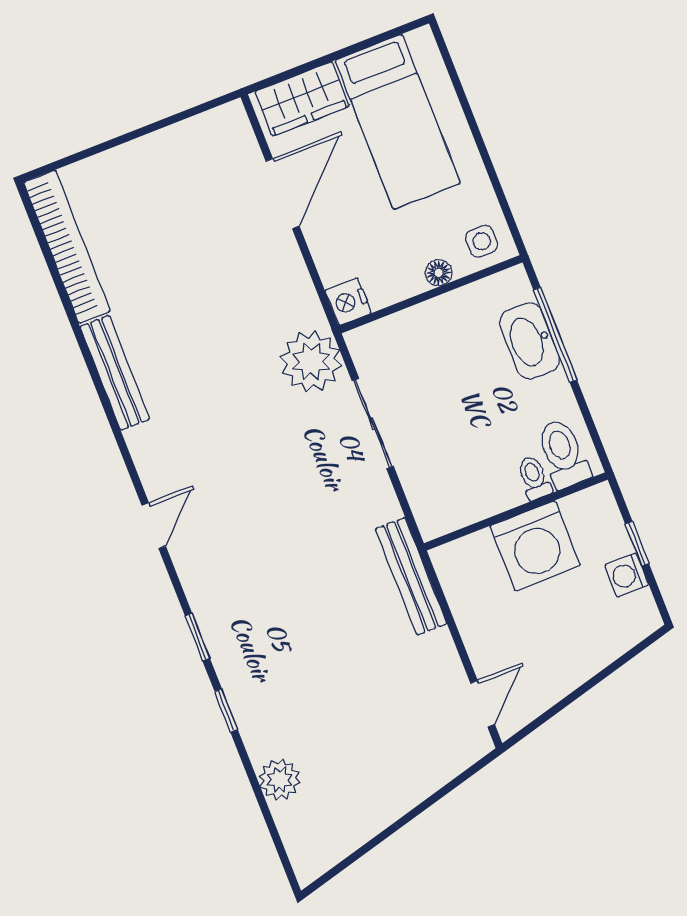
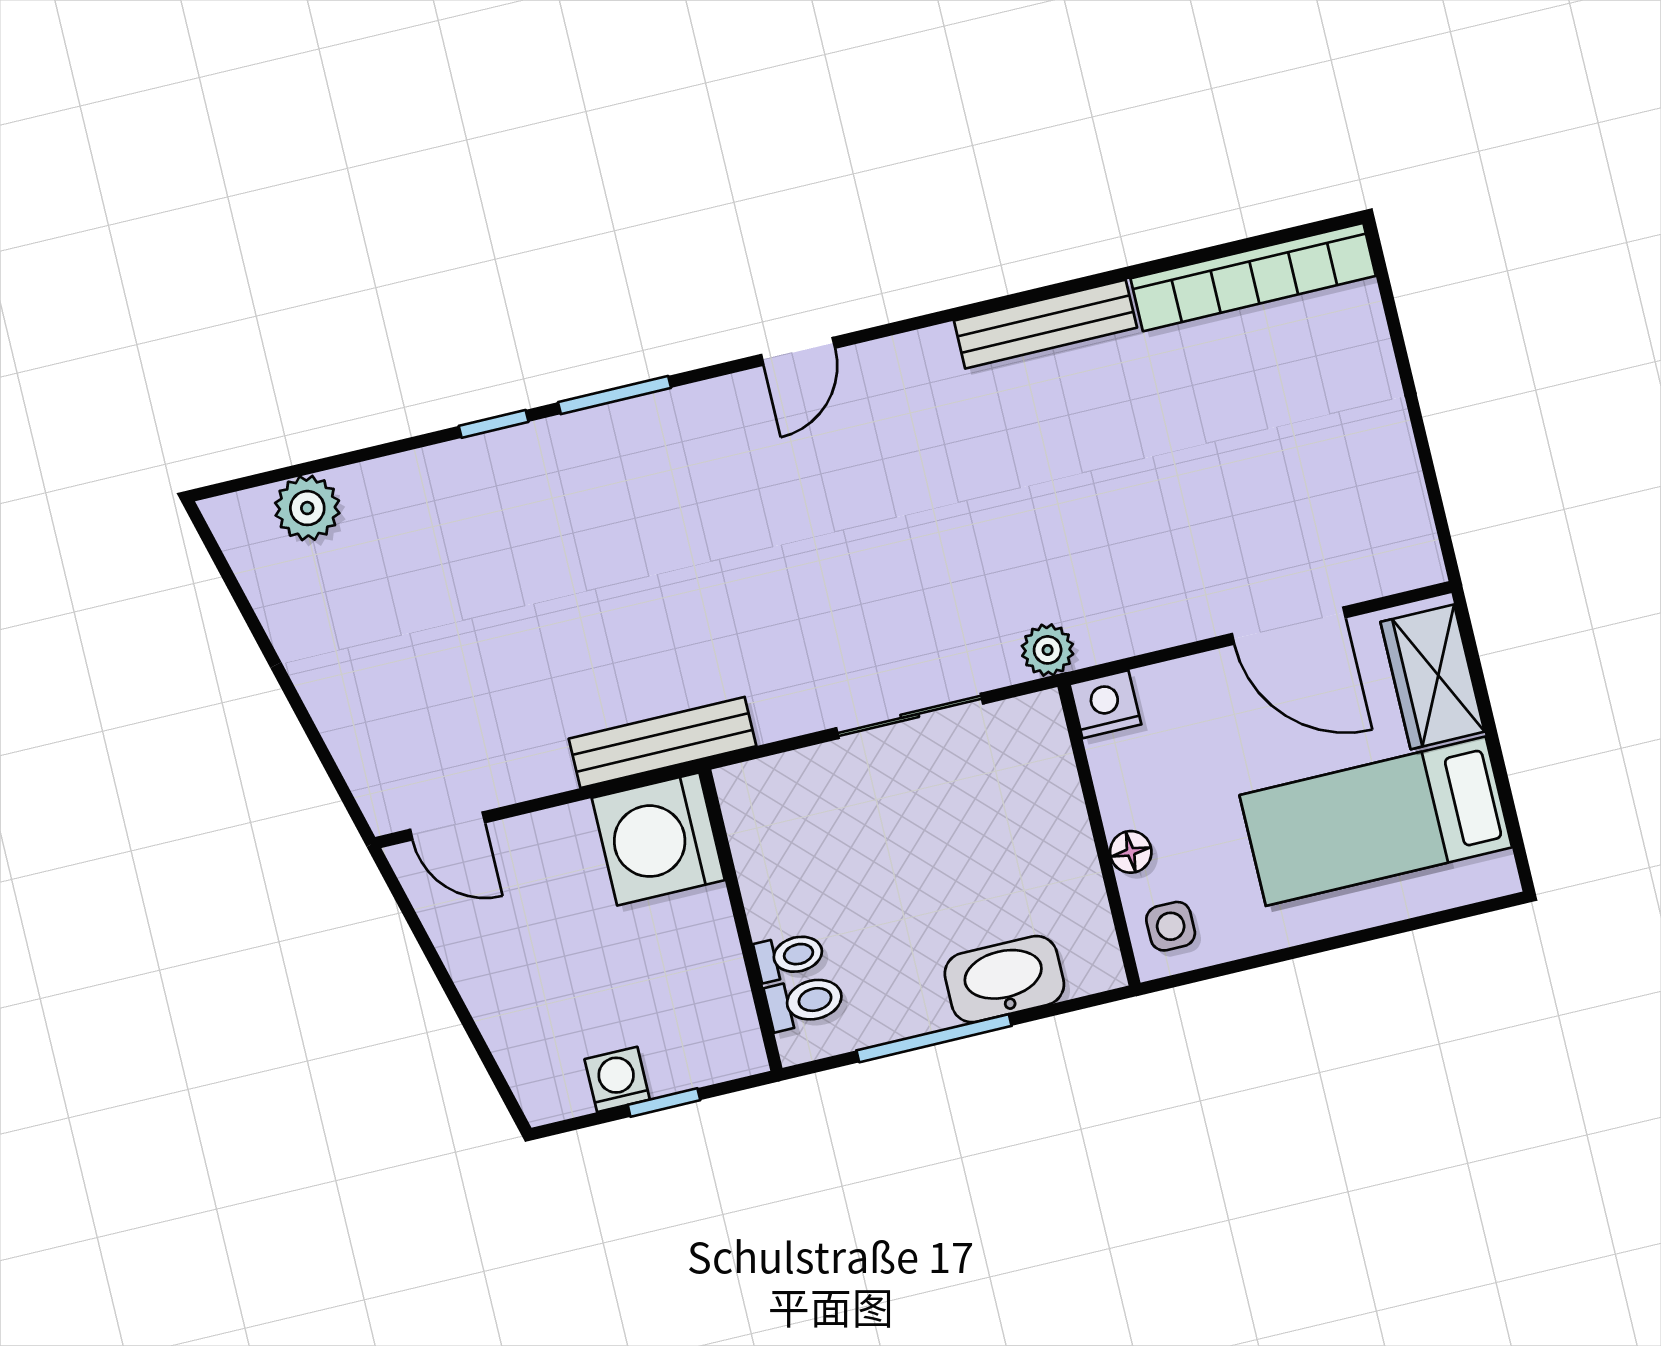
window: (555, 335) -> (934, 1038), moved
plant: (311, 361) -> (1048, 650), width x0.53, depth x0.53
toilet: (563, 454) -> (805, 1002), width x0.73, depth x0.72
door: (154, 526) -> (798, 351), hinge flipped
washing machine: (535, 546) -> (658, 839), moved
window: (197, 637) -> (614, 395), width x1.50
plant: (280, 780) -> (307, 508), moved

